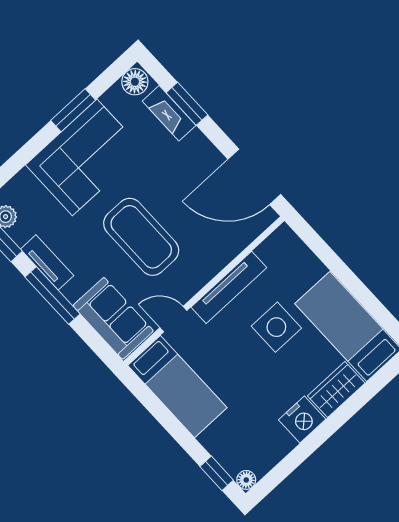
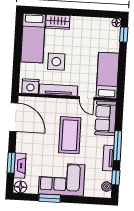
nightstand: (302, 419) -> (30, 86), moved, turned 180

